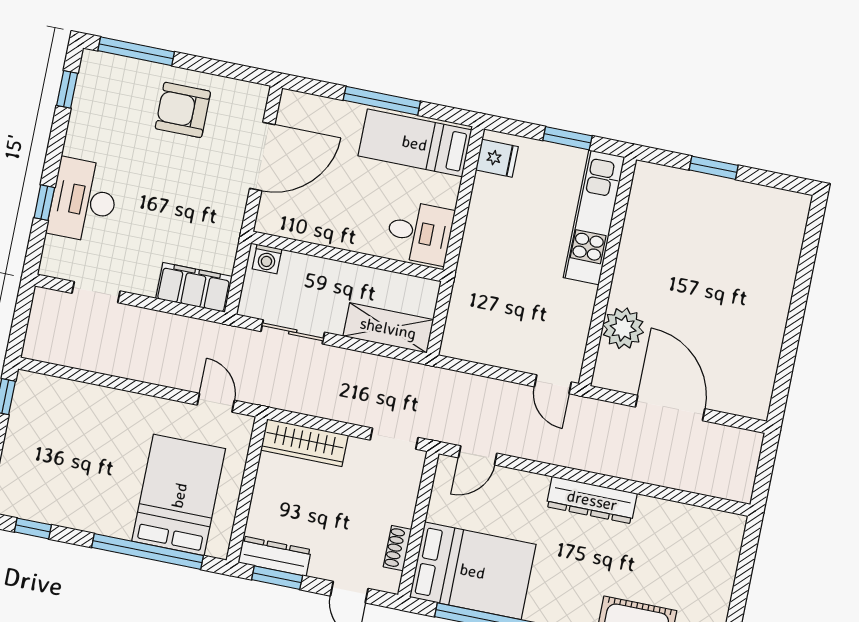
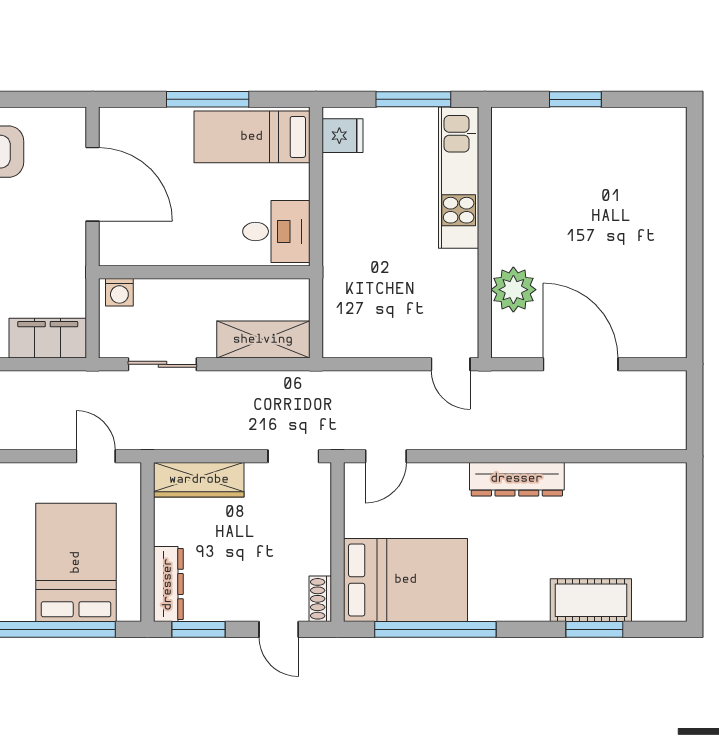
window: (567, 138) -> (413, 99), width x1.44
door: (262, 157) -> (92, 184), hinge flipped
shoe rack: (397, 548) -> (320, 599), moved
dresser: (275, 556) -> (168, 584), moved, turned 90

